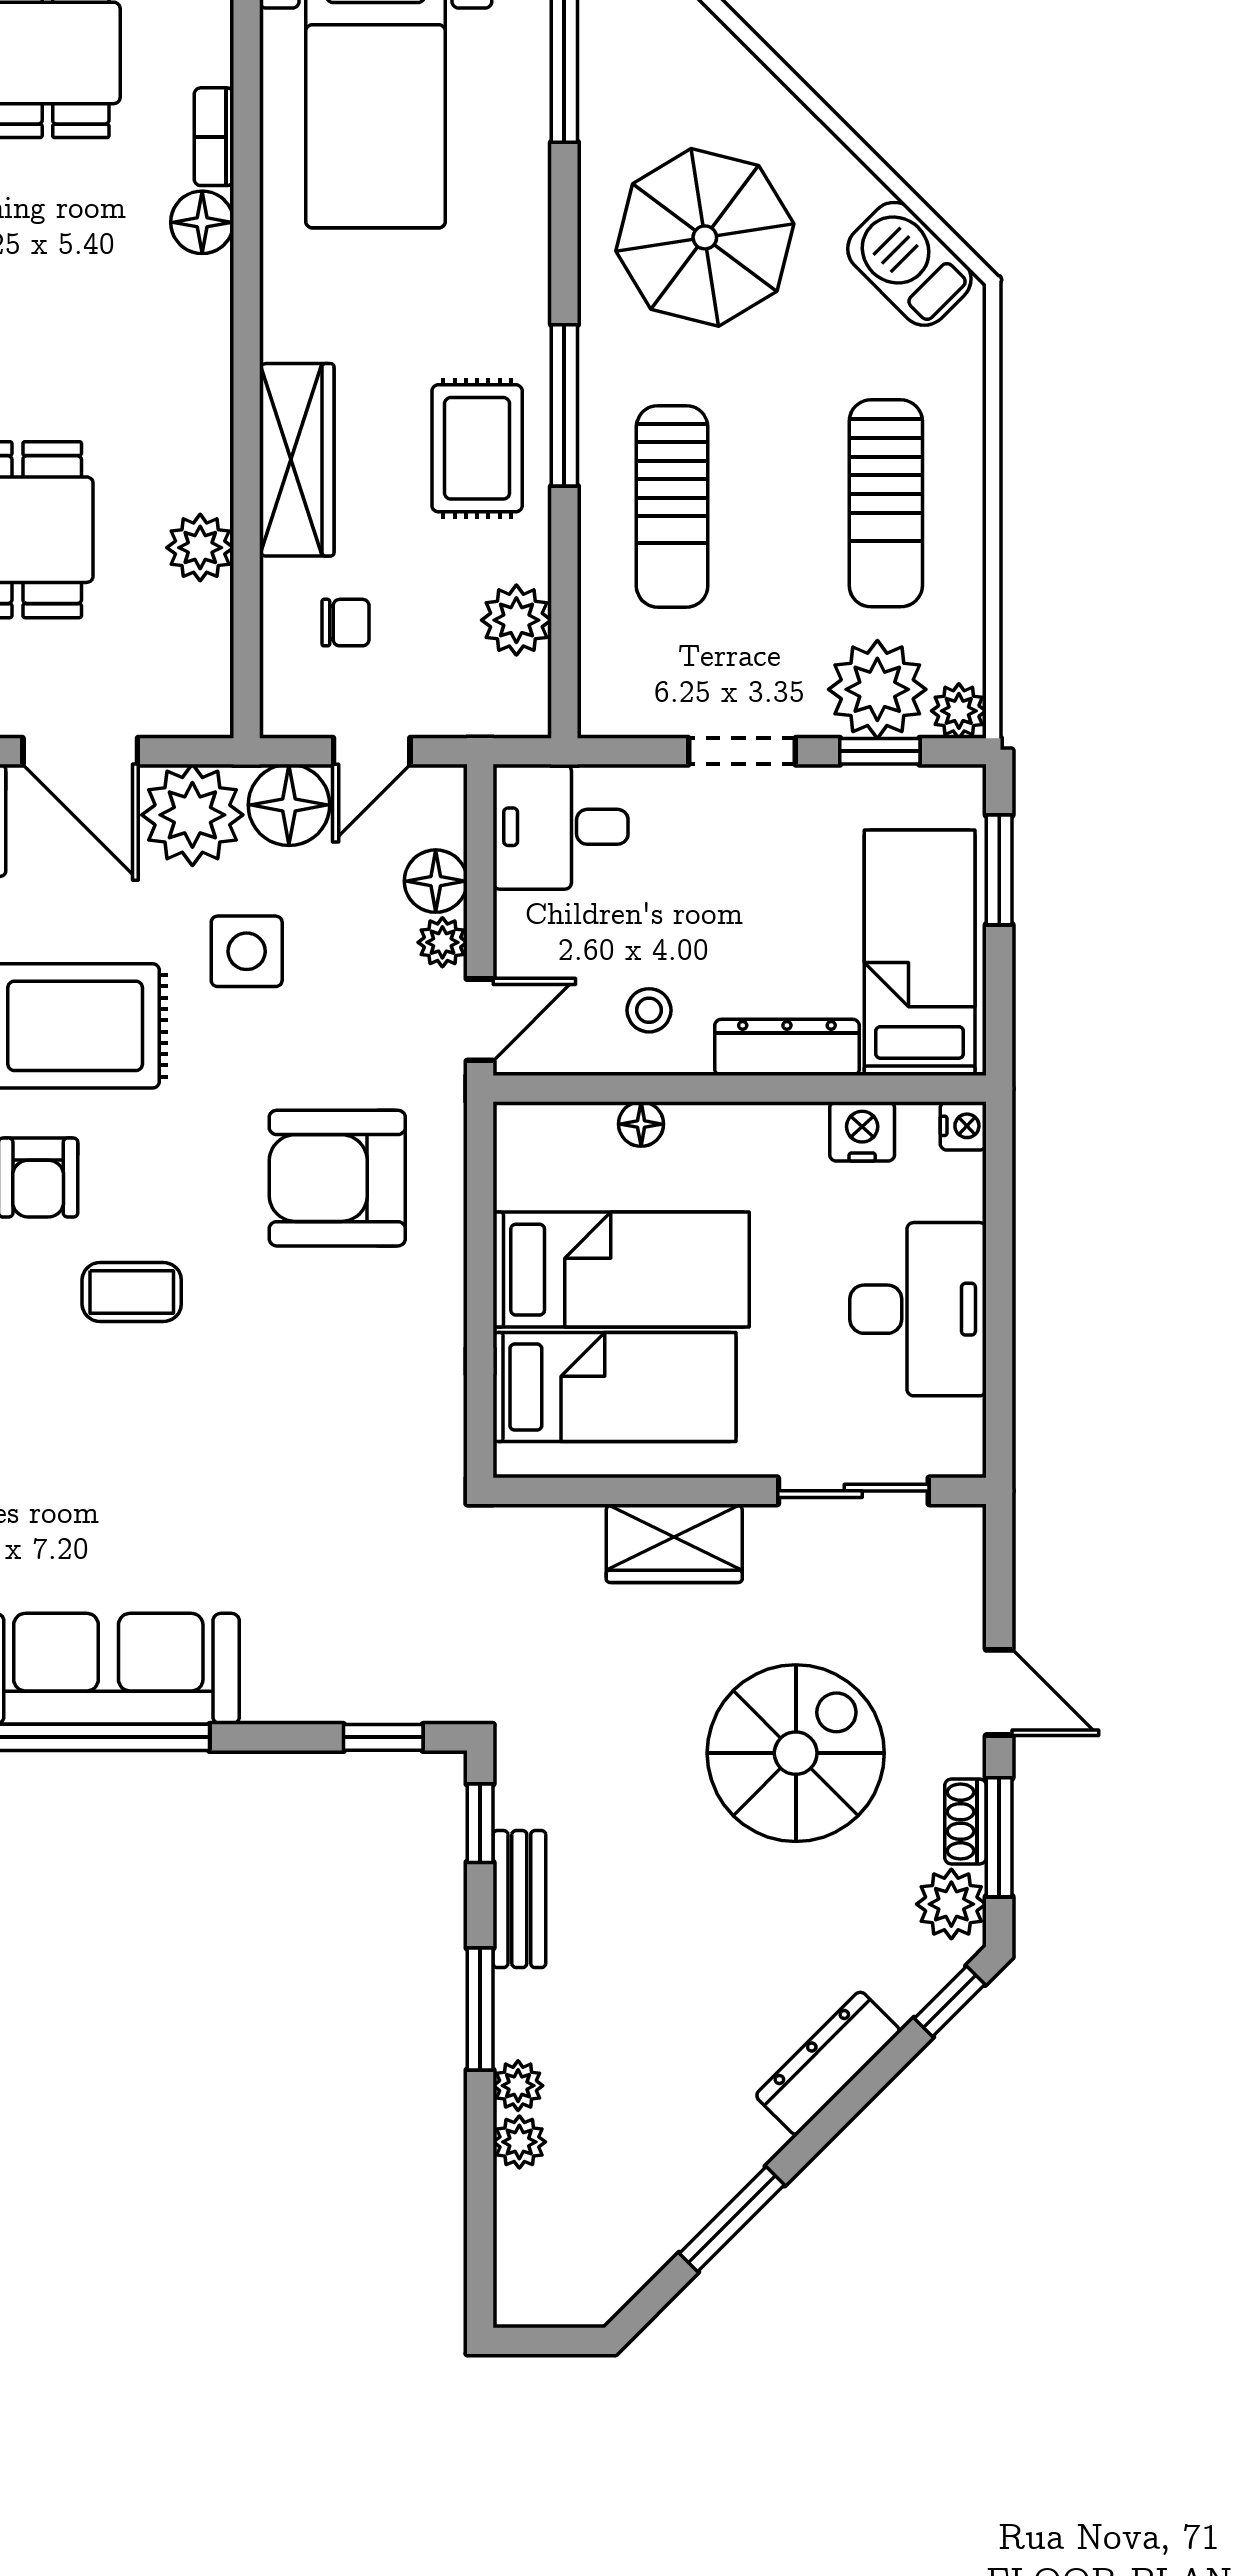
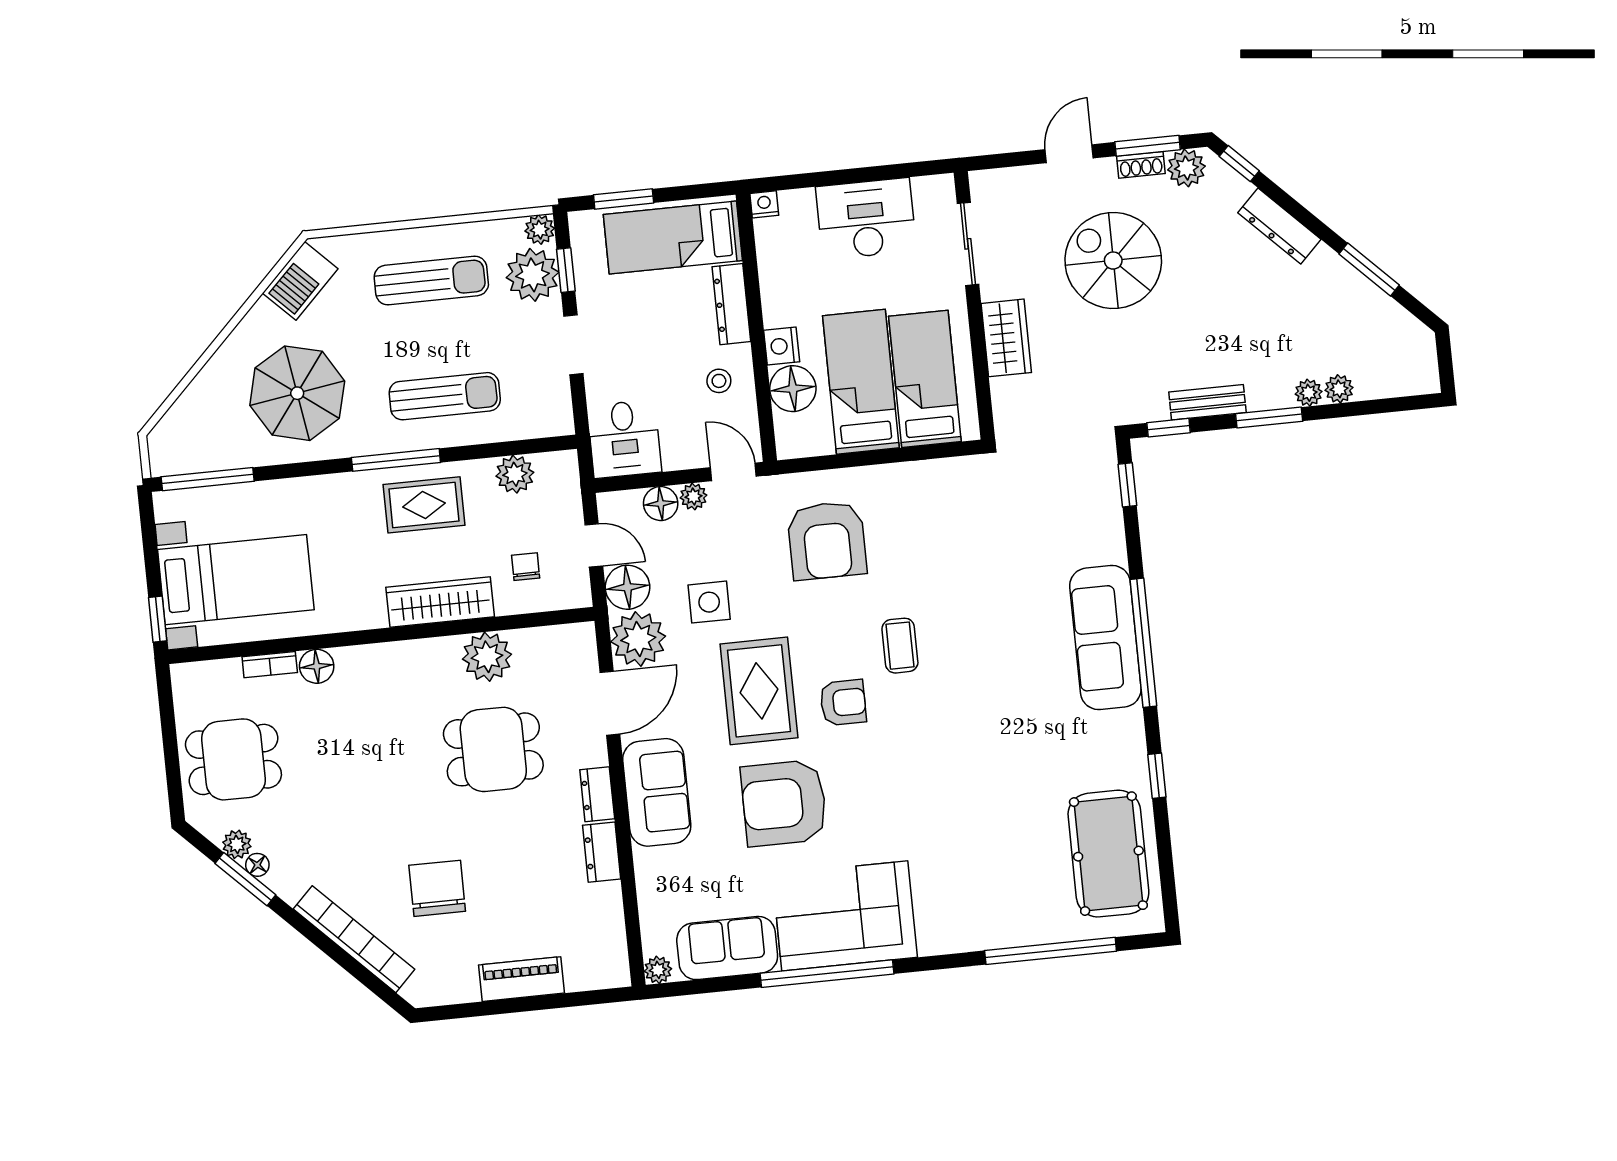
plant: (200, 548) -> (487, 657), width x1.36, depth x1.36
floor lamp: (641, 1124) -> (793, 389), width x1.89, depth x1.89
nightstand: (862, 1131) -> (782, 346), moved

